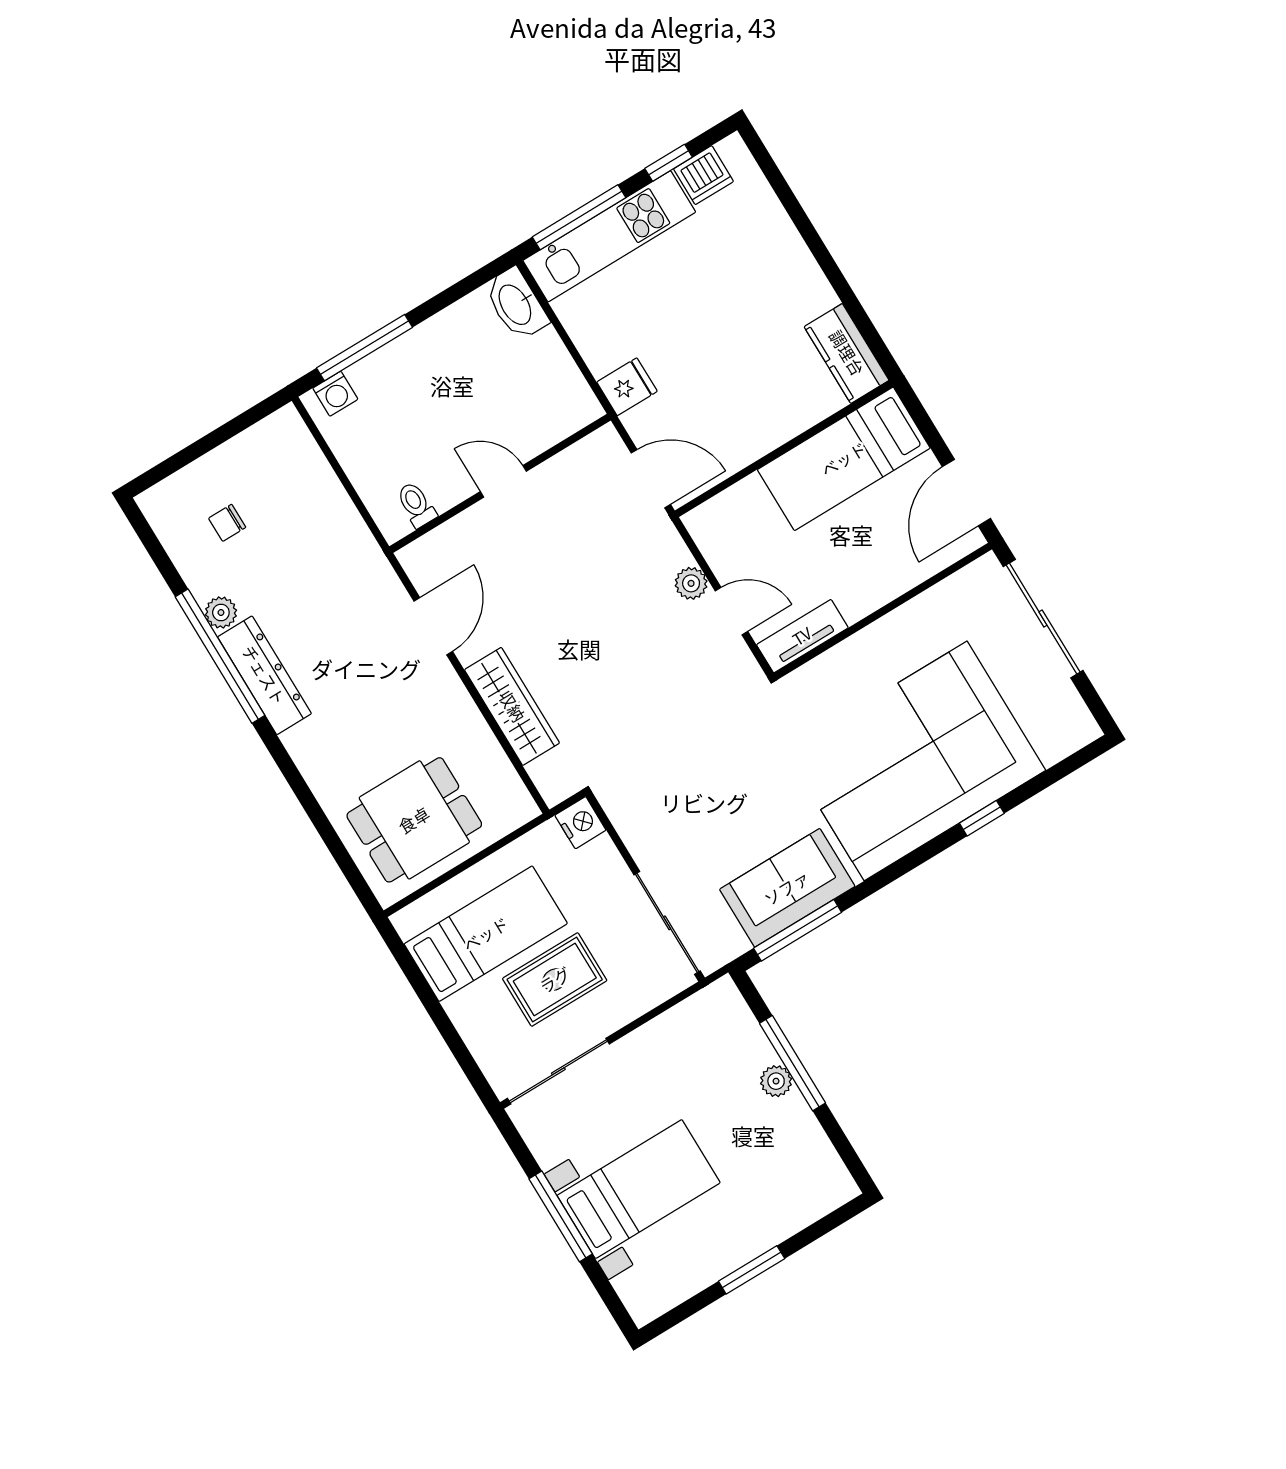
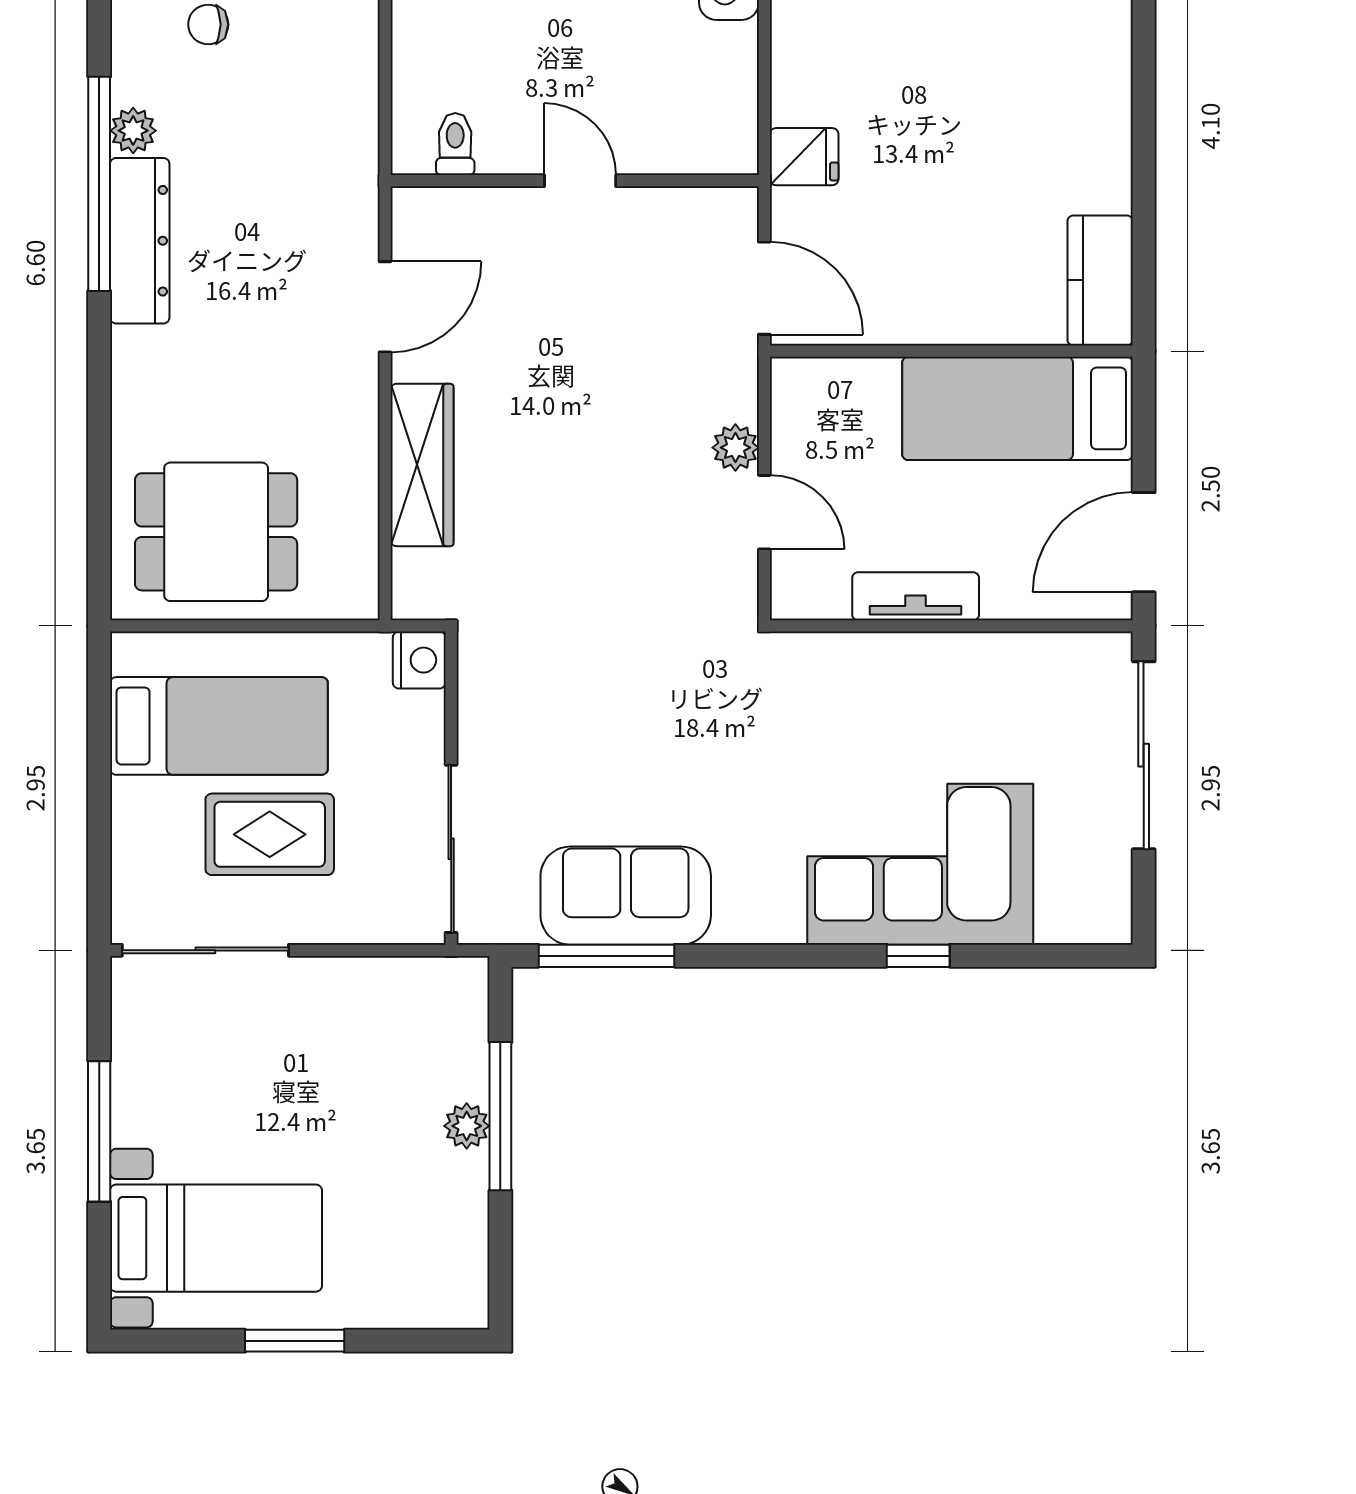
tv unit: (802, 636) -> (916, 596), moved
corner sofa: (916, 761) -> (920, 864), width x0.73, depth x0.74
bed with nightstands: (639, 1189) -> (216, 1238), moved

